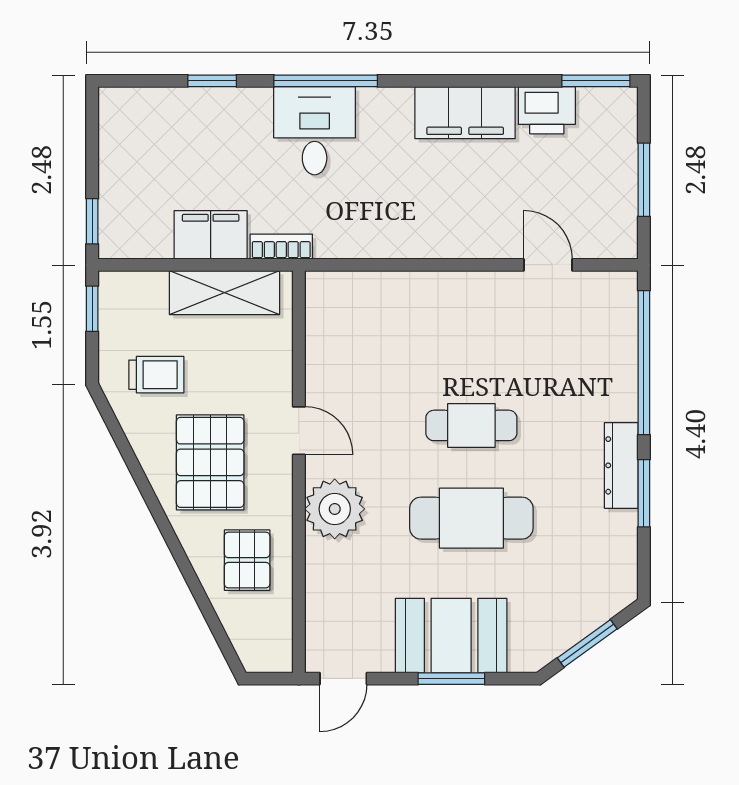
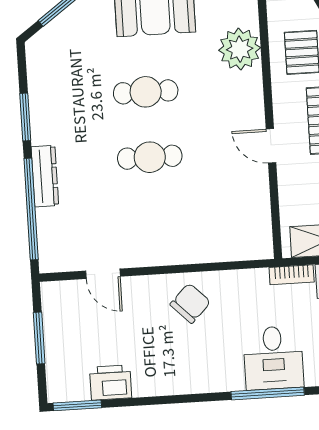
filing cabinet: (465, 113) -> (168, 377), removed
chair: (427, 215) -> (190, 303), added
dresser: (621, 465) -> (45, 176), moved
plant: (335, 509) -> (240, 49), moved
cafe table: (471, 518) -> (146, 92), width x0.73, depth x0.74

